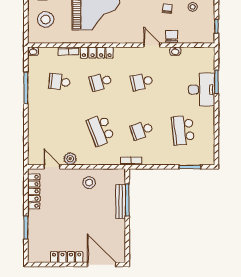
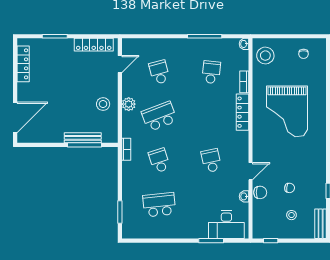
stool: (46, 19) -> (265, 56), moved
school desk: (101, 82) -> (159, 72), moved
desk: (202, 90) -> (226, 225), moved
plant: (70, 159) -> (129, 104), moved
locker: (67, 257) -> (23, 64), moved

